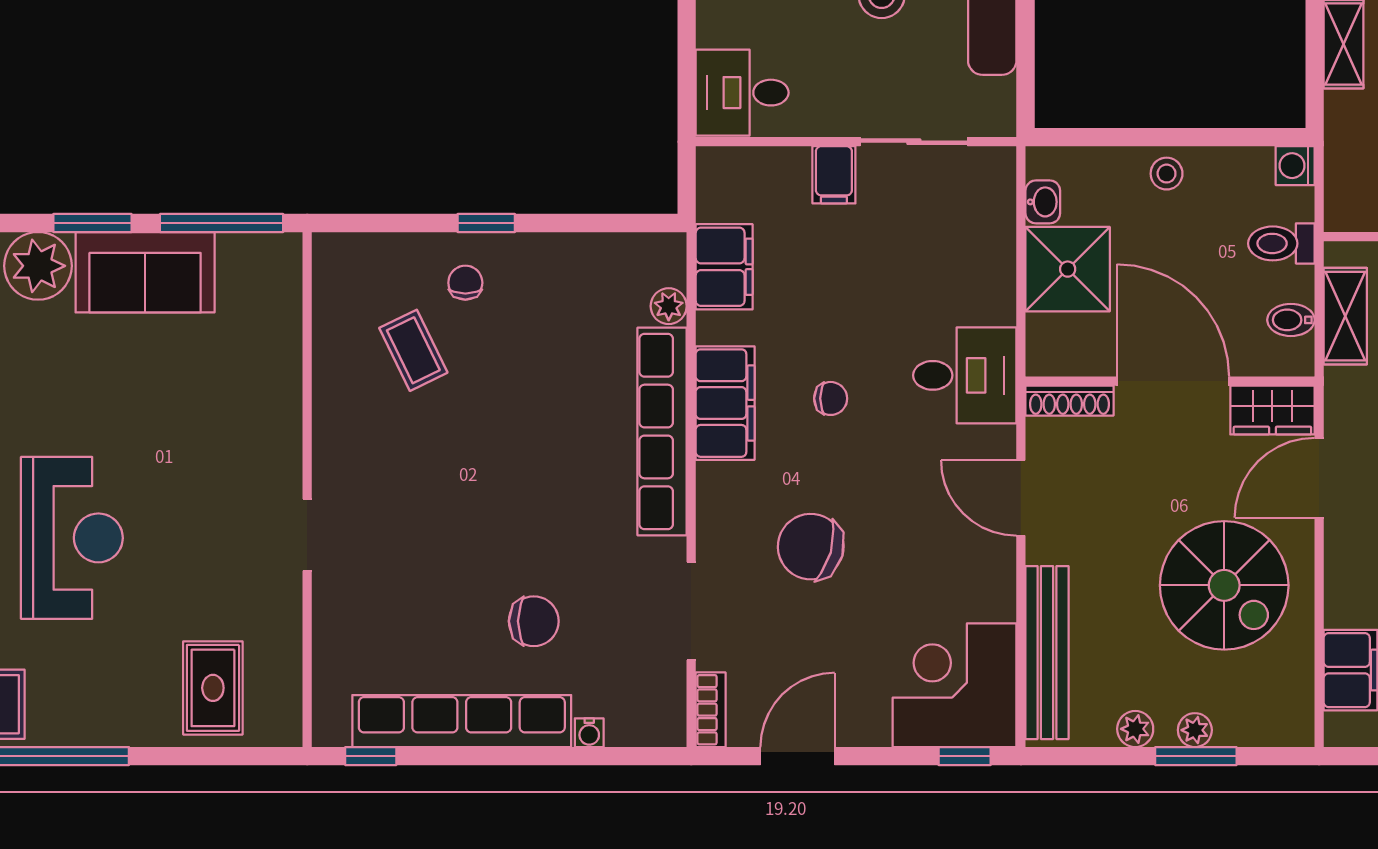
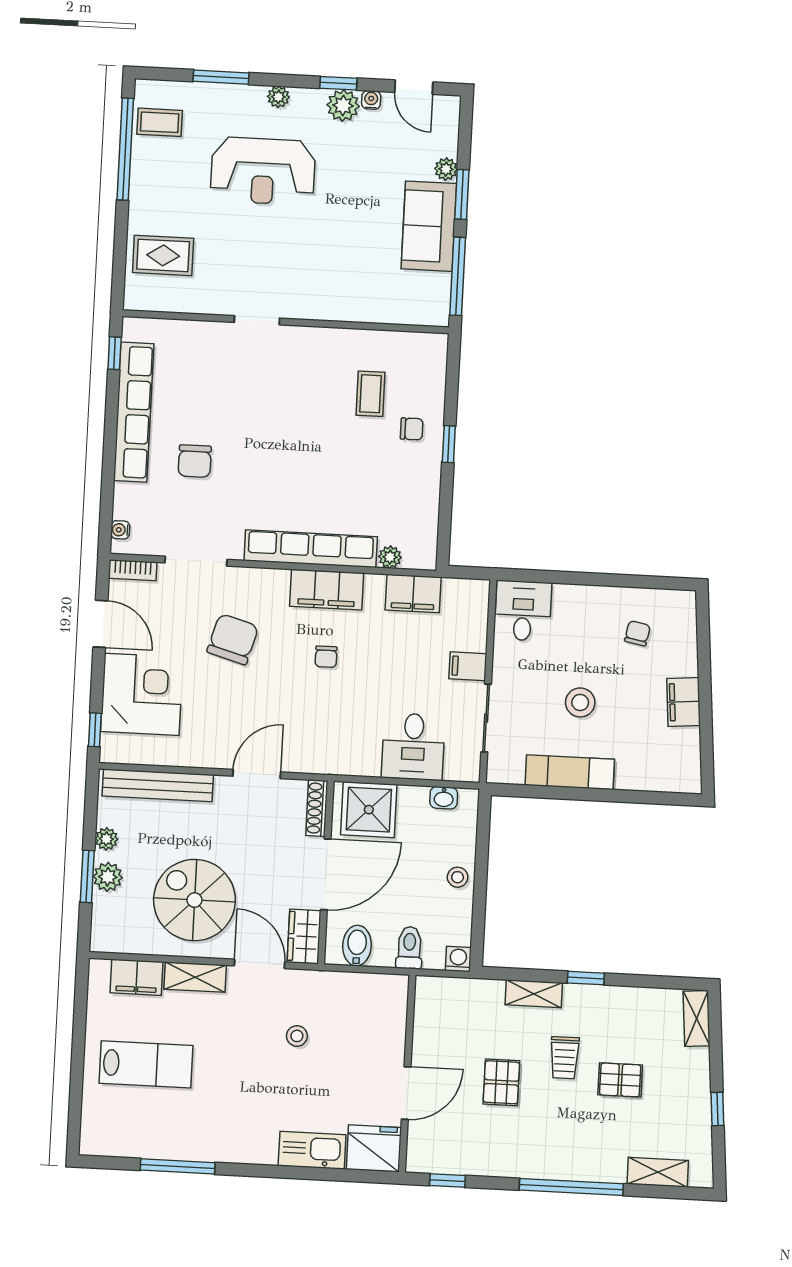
plant: (38, 266) -> (446, 169), width x0.53, depth x0.53
shower: (1068, 269) -> (369, 810), moved
shelving: (1345, 316) -> (195, 977), moved
bidet: (1291, 320) -> (357, 946), width x1.38, depth x1.36
coffee table: (413, 350) -> (371, 394), turned -64
desk: (965, 375) -> (413, 747), moved
spiral stairs: (1224, 585) -> (194, 900), turned 90
corner desk: (955, 685) -> (142, 694), moved
plant: (1195, 730) -> (108, 877), width x1.38, depth x1.38
water cooler: (589, 733) -> (120, 530), moved

